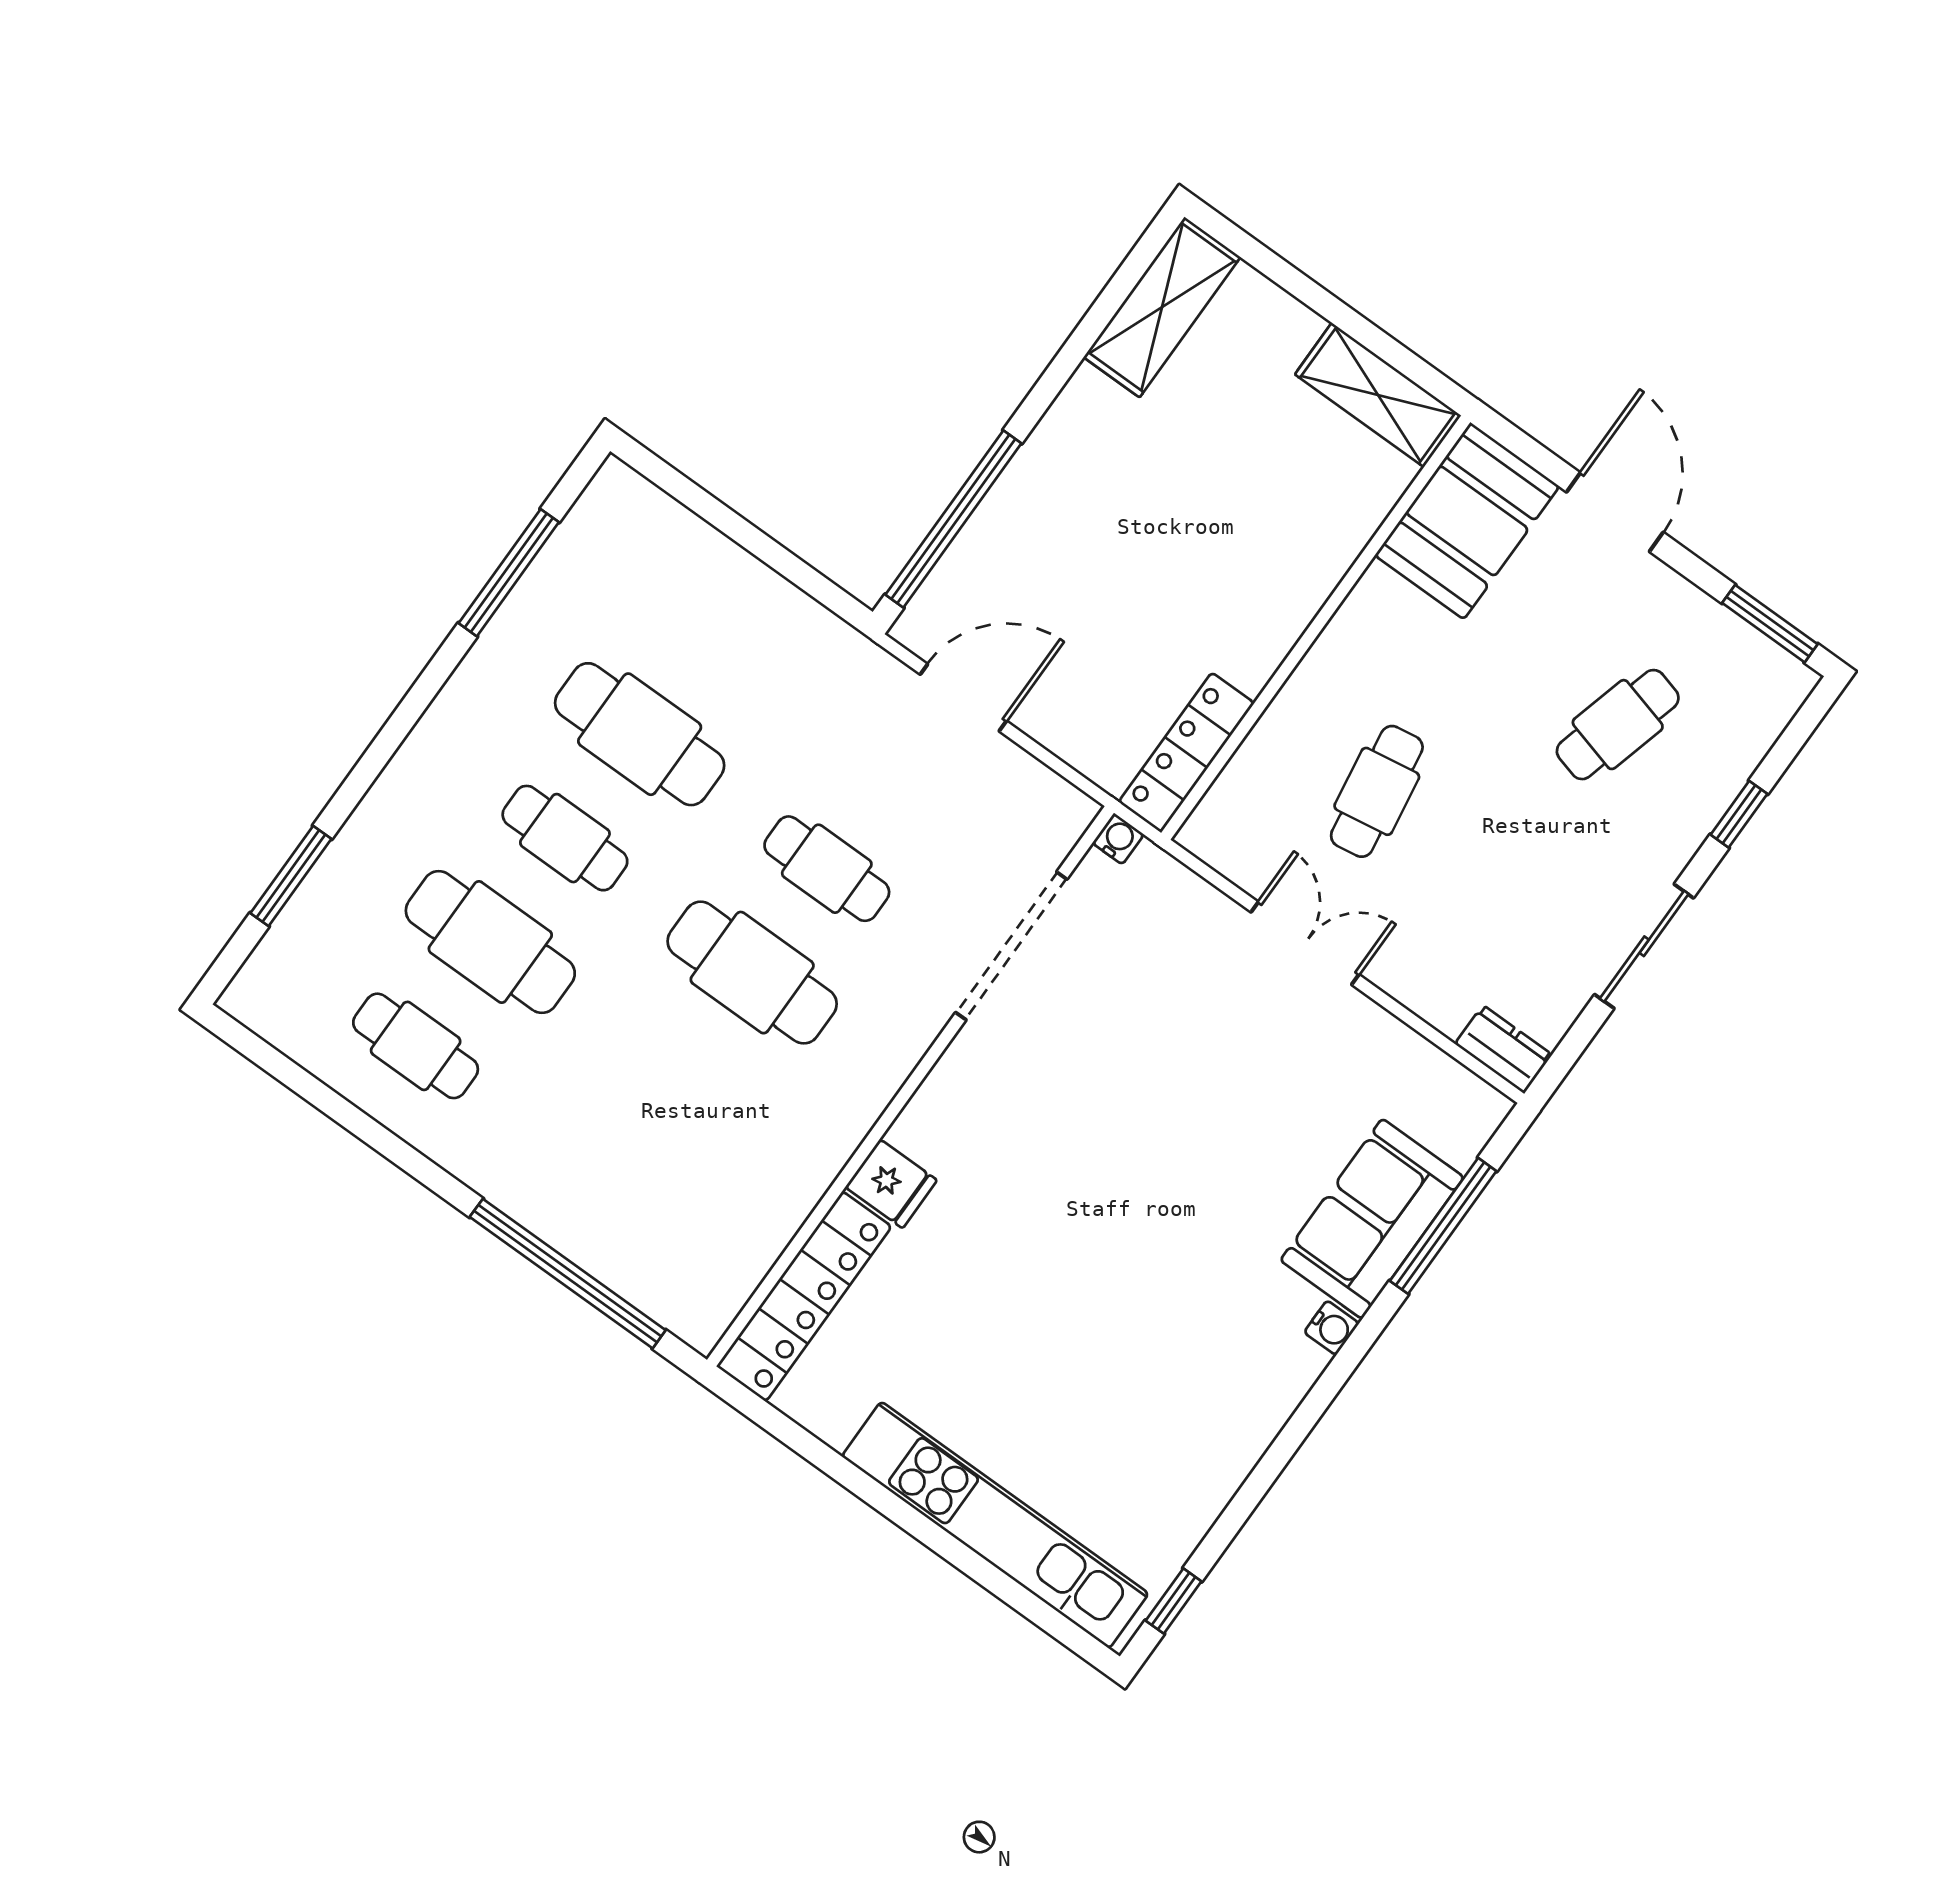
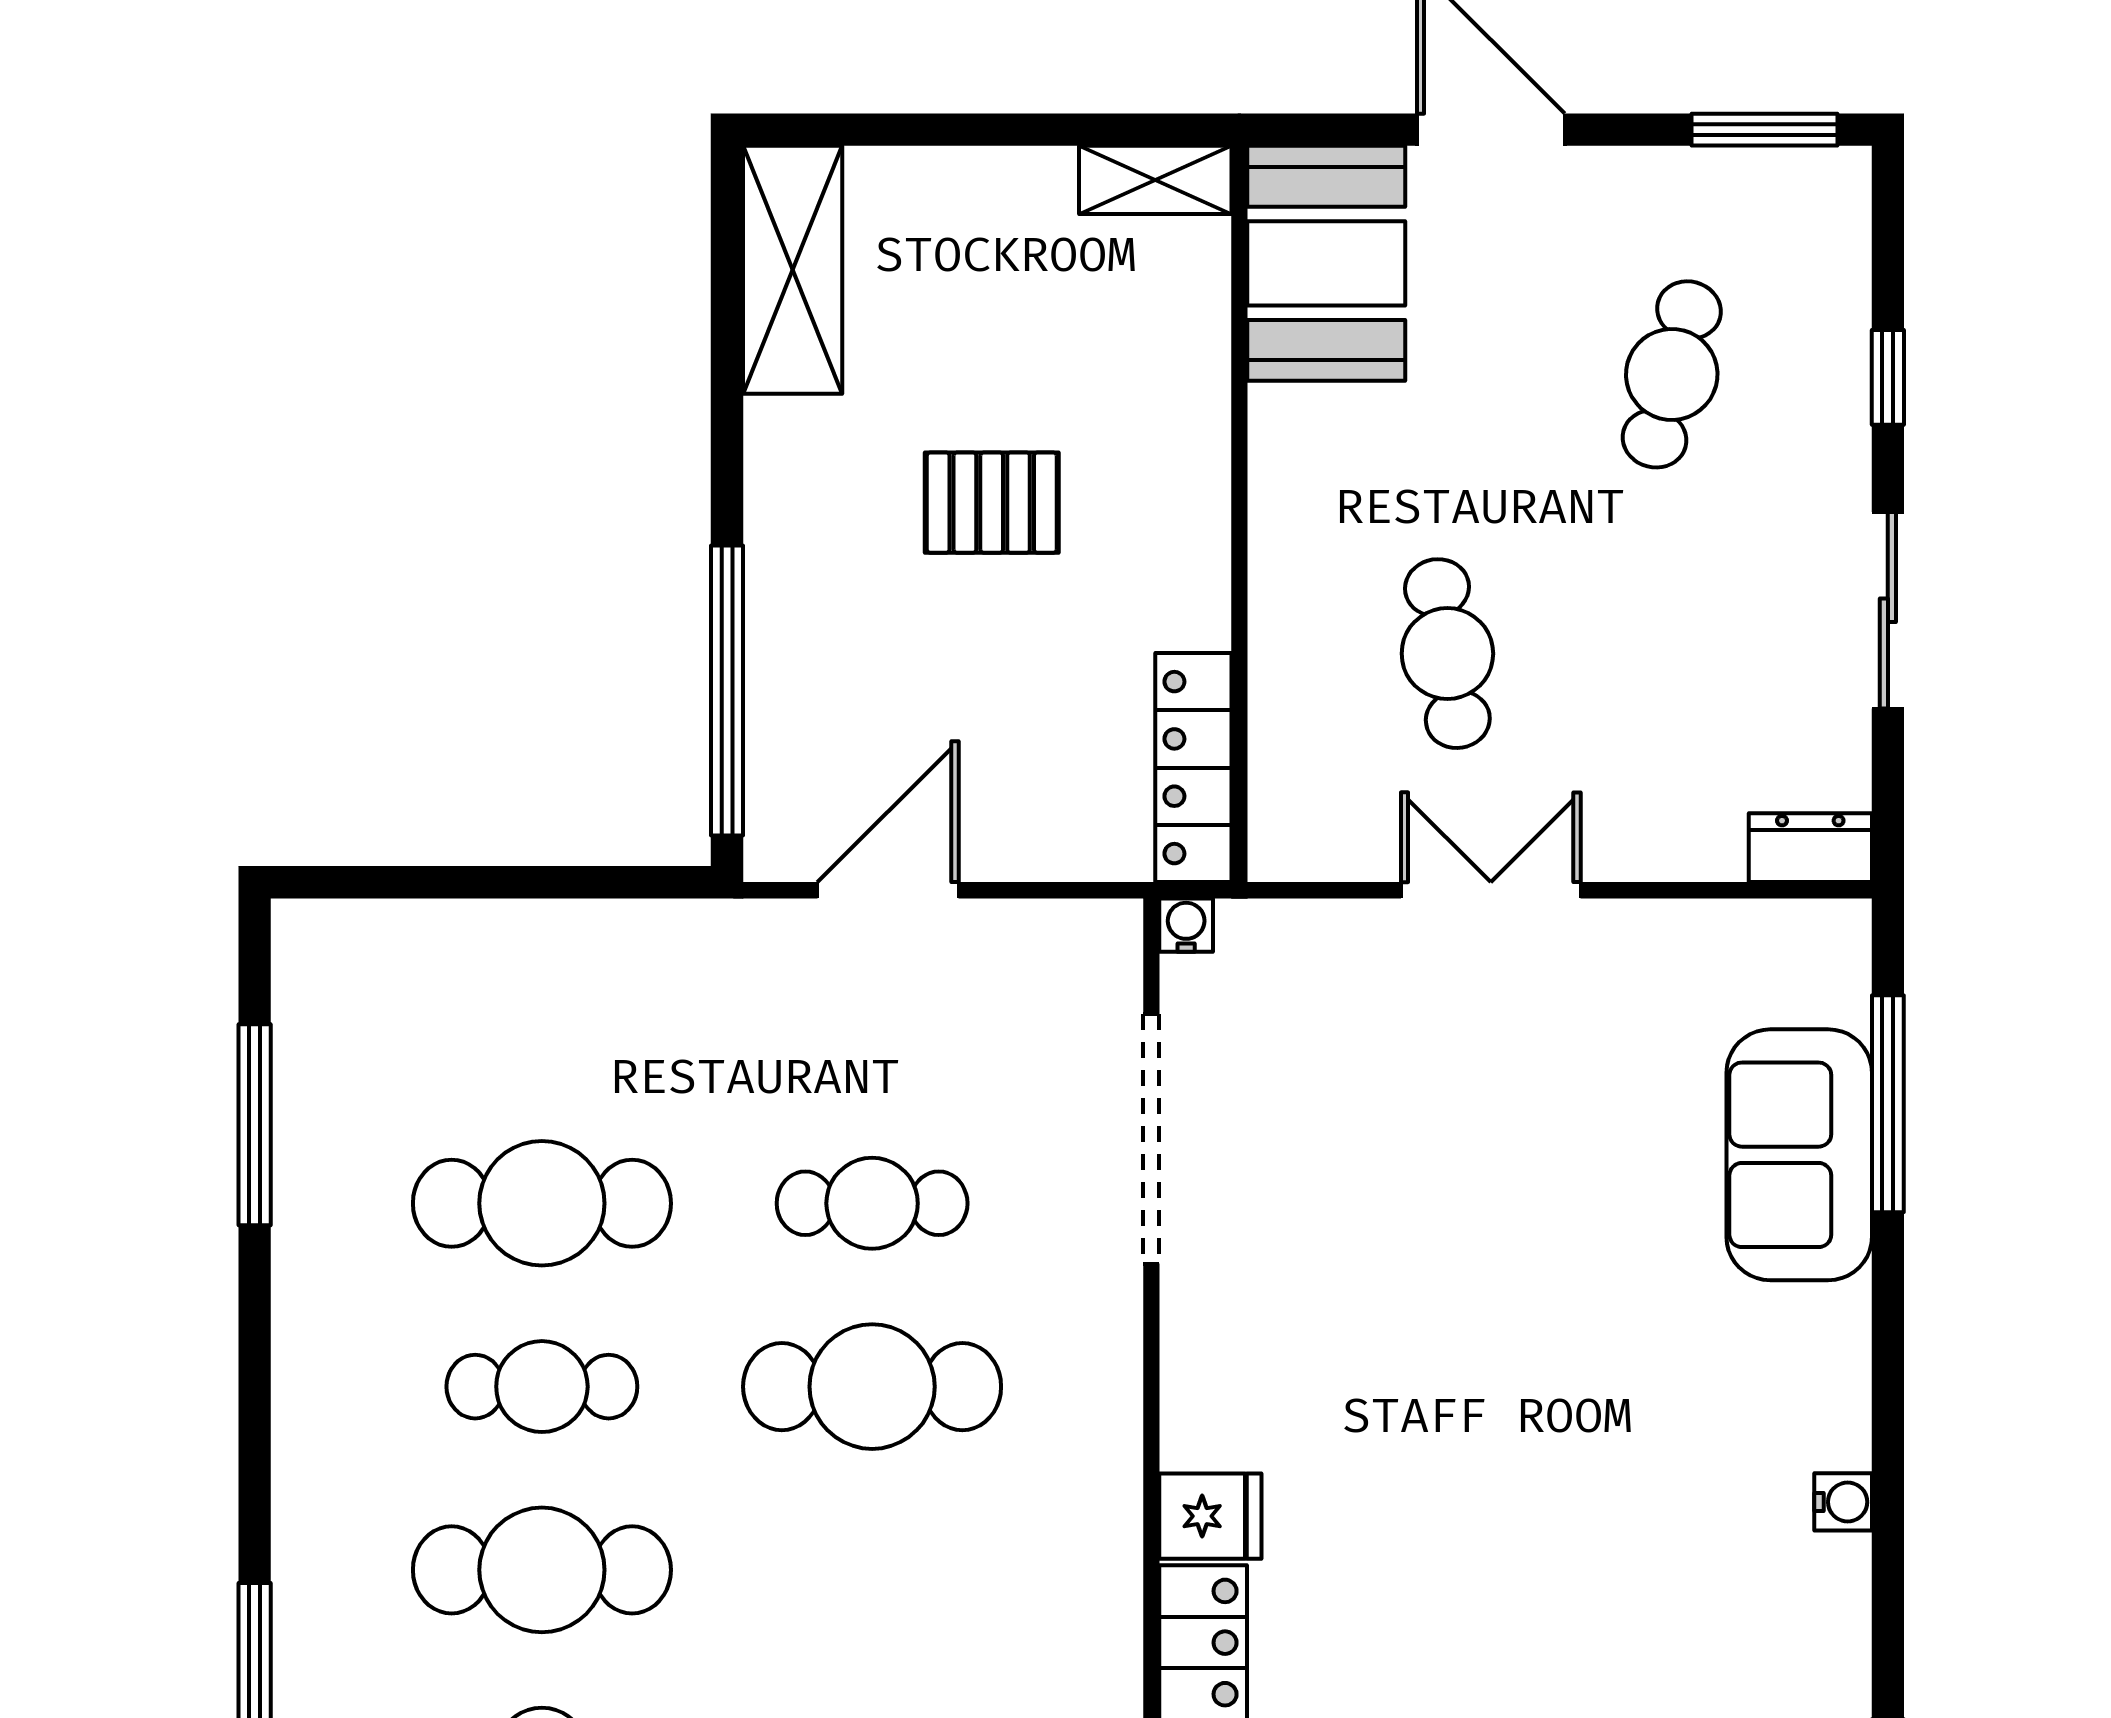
shelving: (1378, 395) -> (1155, 180), width x0.67, depth x0.75
pallet: (1180, 520) -> (992, 503), added
water cooler: (1331, 1328) -> (1843, 1502), moved

